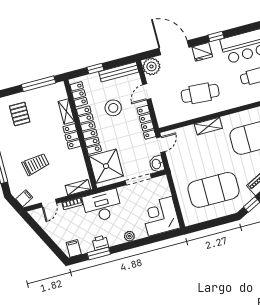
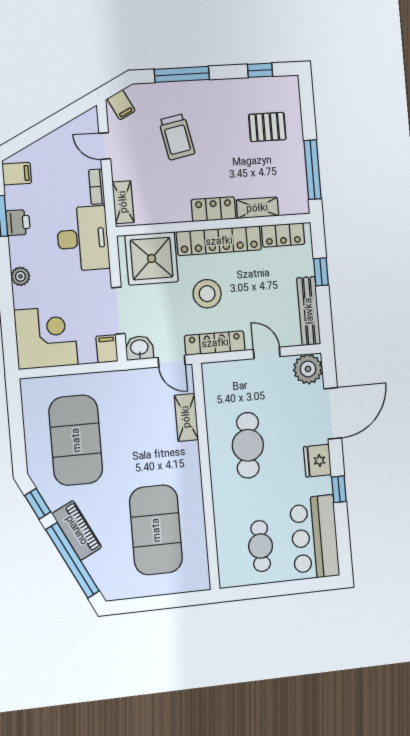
stool: (113, 108) -> (207, 294), moved
shelving: (208, 126) -> (186, 417), moved
filing cabinet: (160, 182) -> (107, 349), added

